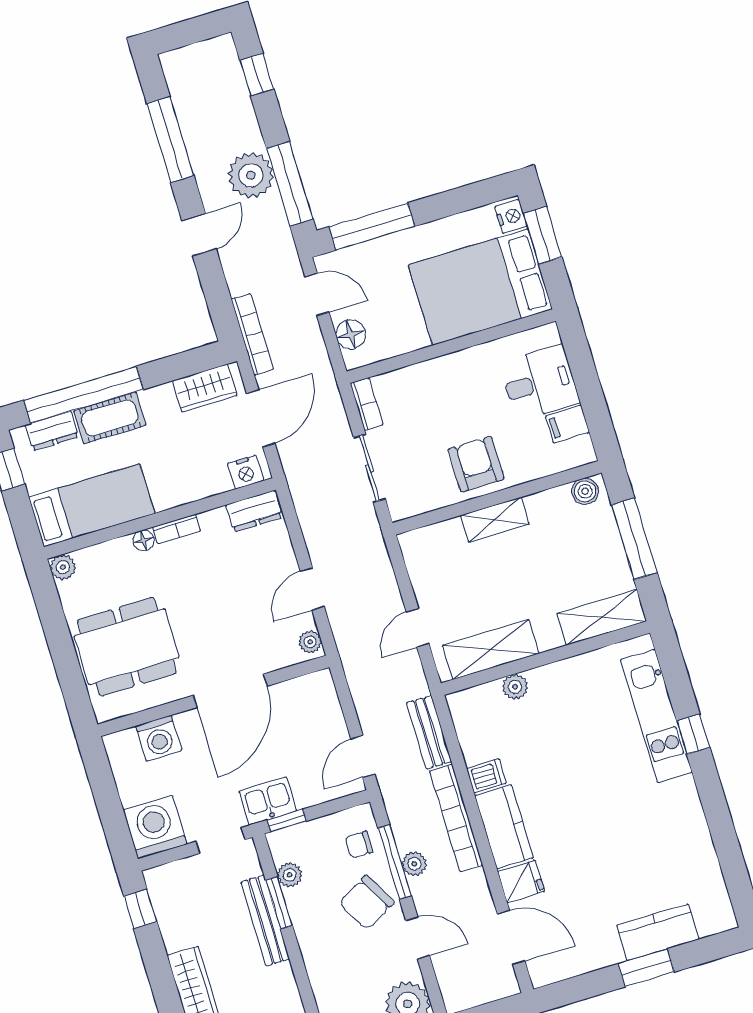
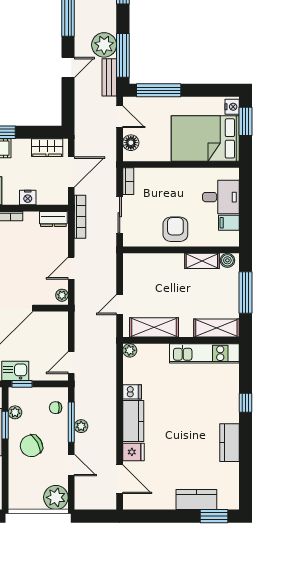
bookcase: (252, 334) -> (80, 217), moved
nightstand: (246, 472) -> (28, 197), moved
shelving: (495, 520) -> (202, 261), moved
plant: (515, 687) -> (130, 350), moved
kitchen unit: (656, 716) -> (204, 353), moved, turned -90
bench: (429, 732) -> (109, 77), moved
kitchen counter: (686, 814) -> (229, 443), added
bookcase: (456, 818) -> (110, 409), removed
chair: (367, 903) -> (31, 446), moved
window: (646, 968) -> (214, 516), moved

